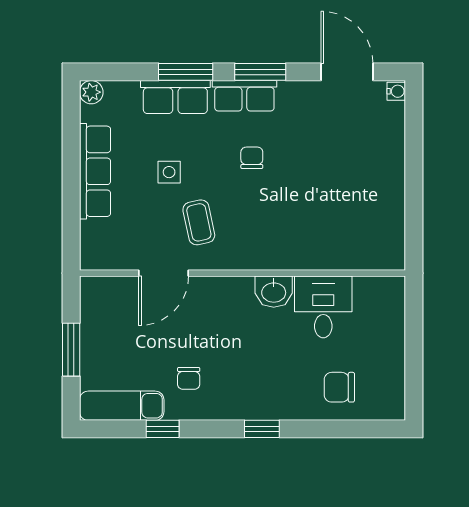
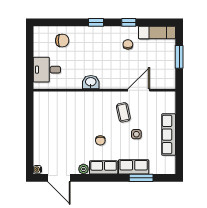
window: (186, 72) -> (141, 178), moved
window: (260, 72) -> (97, 178), removed
plant: (91, 92) -> (83, 169), moved
desk: (323, 307) -> (47, 70), moved, turned 90
window: (163, 429) -> (129, 22), moved

